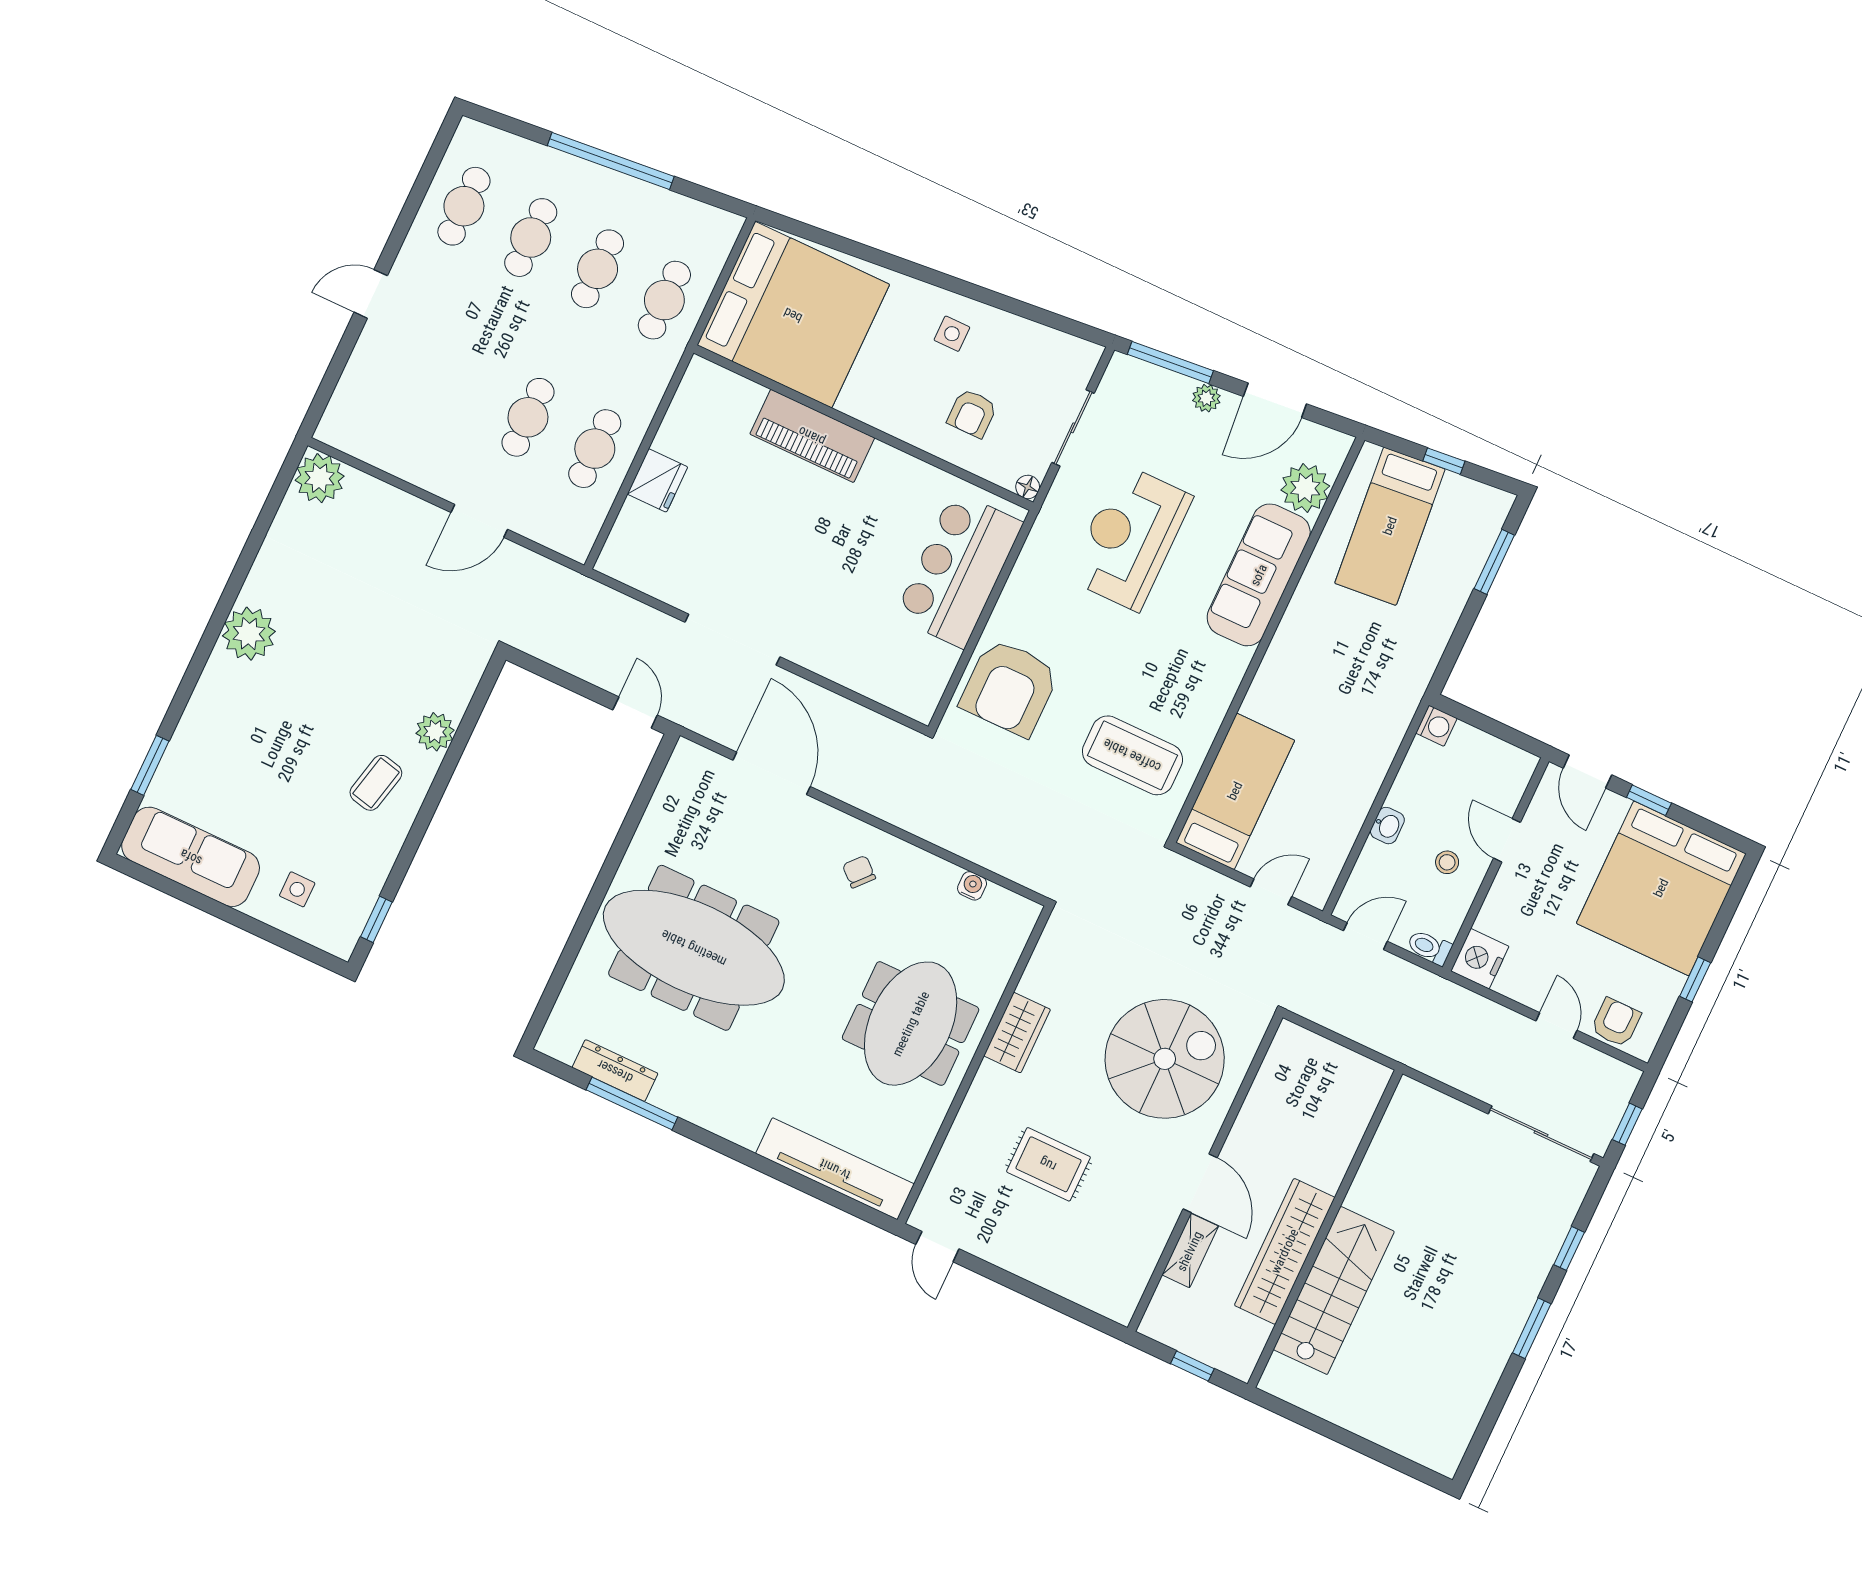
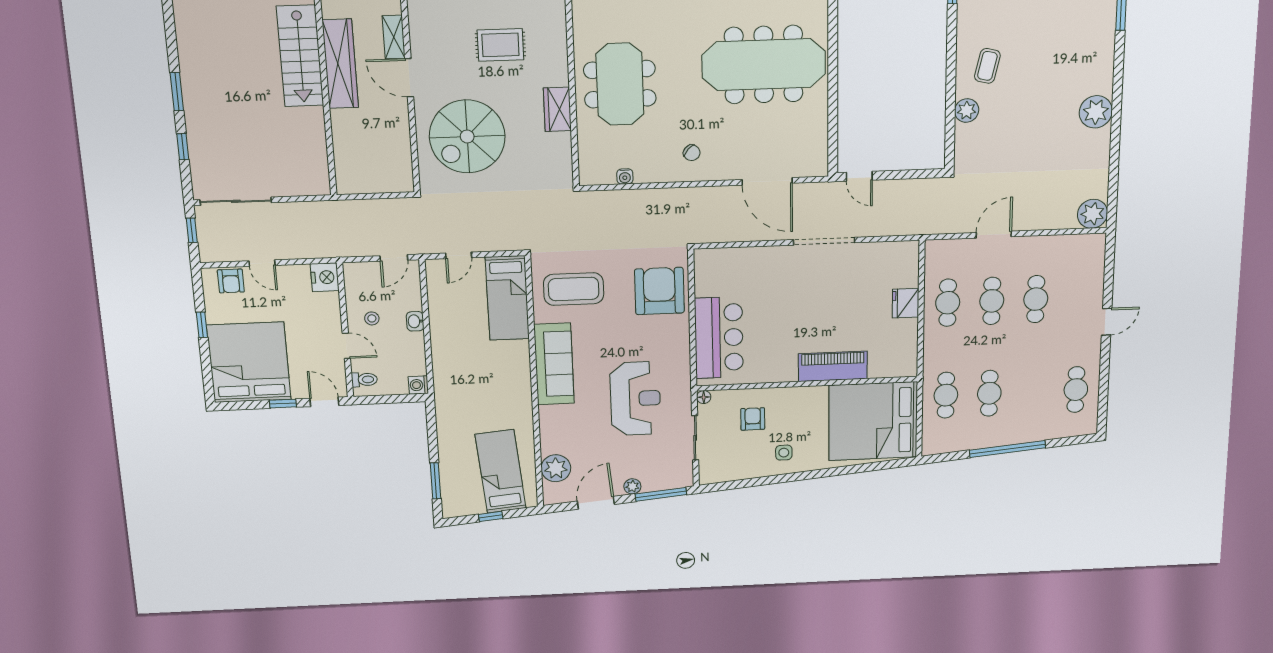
cafe table: (531, 238) -> (1036, 299), moved
sofa: (1259, 575) -> (554, 364), moved
toilet: (1429, 947) -> (364, 380), moved

